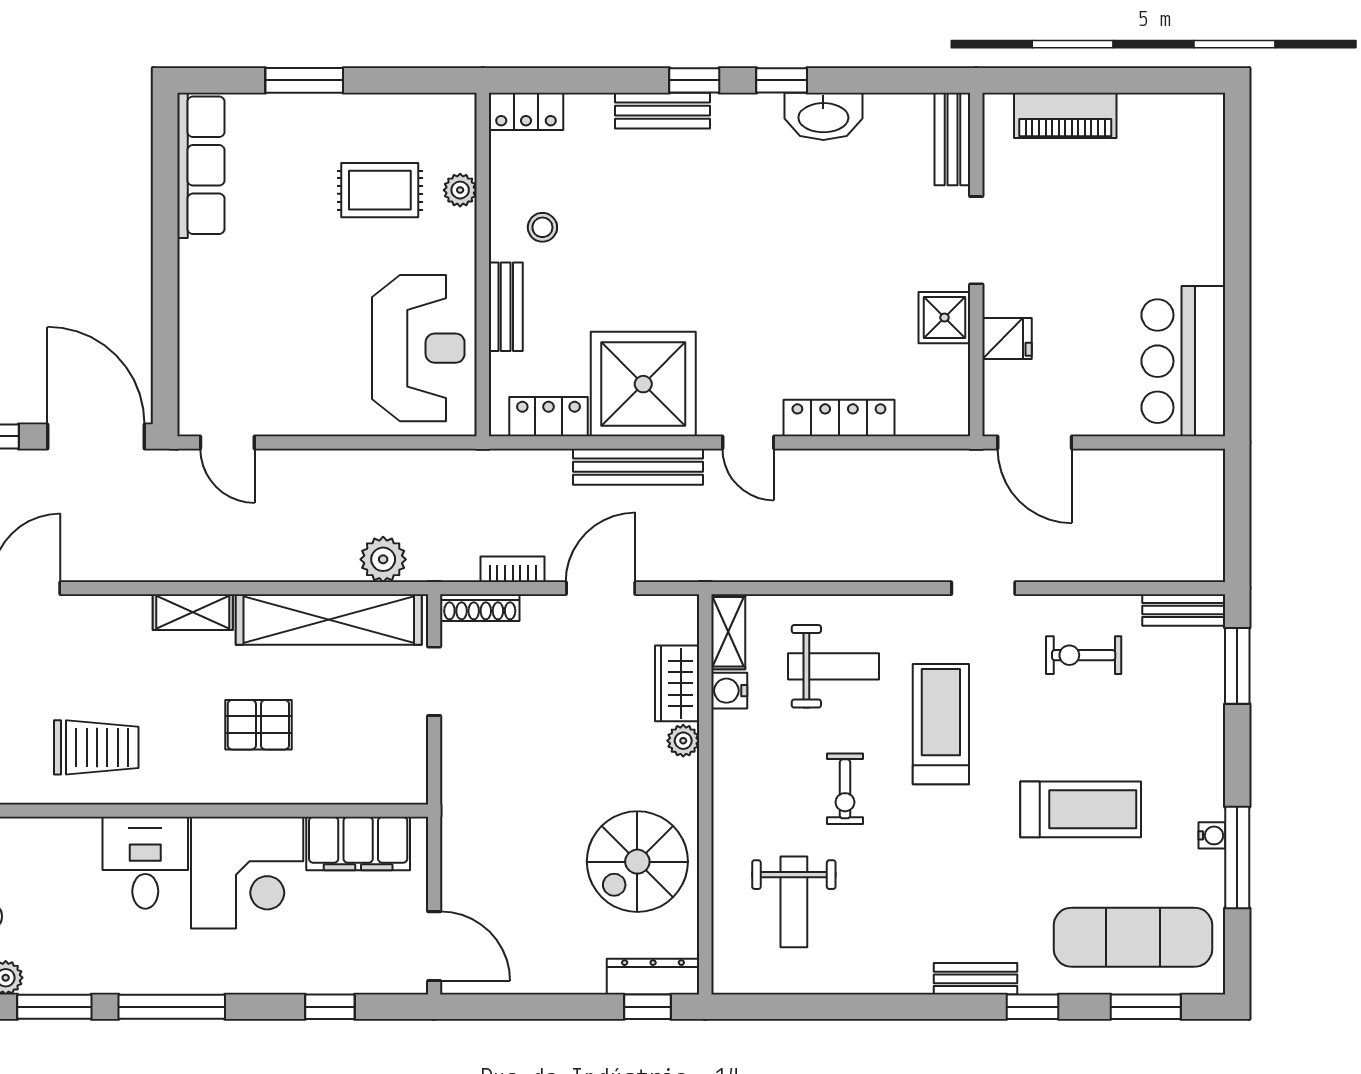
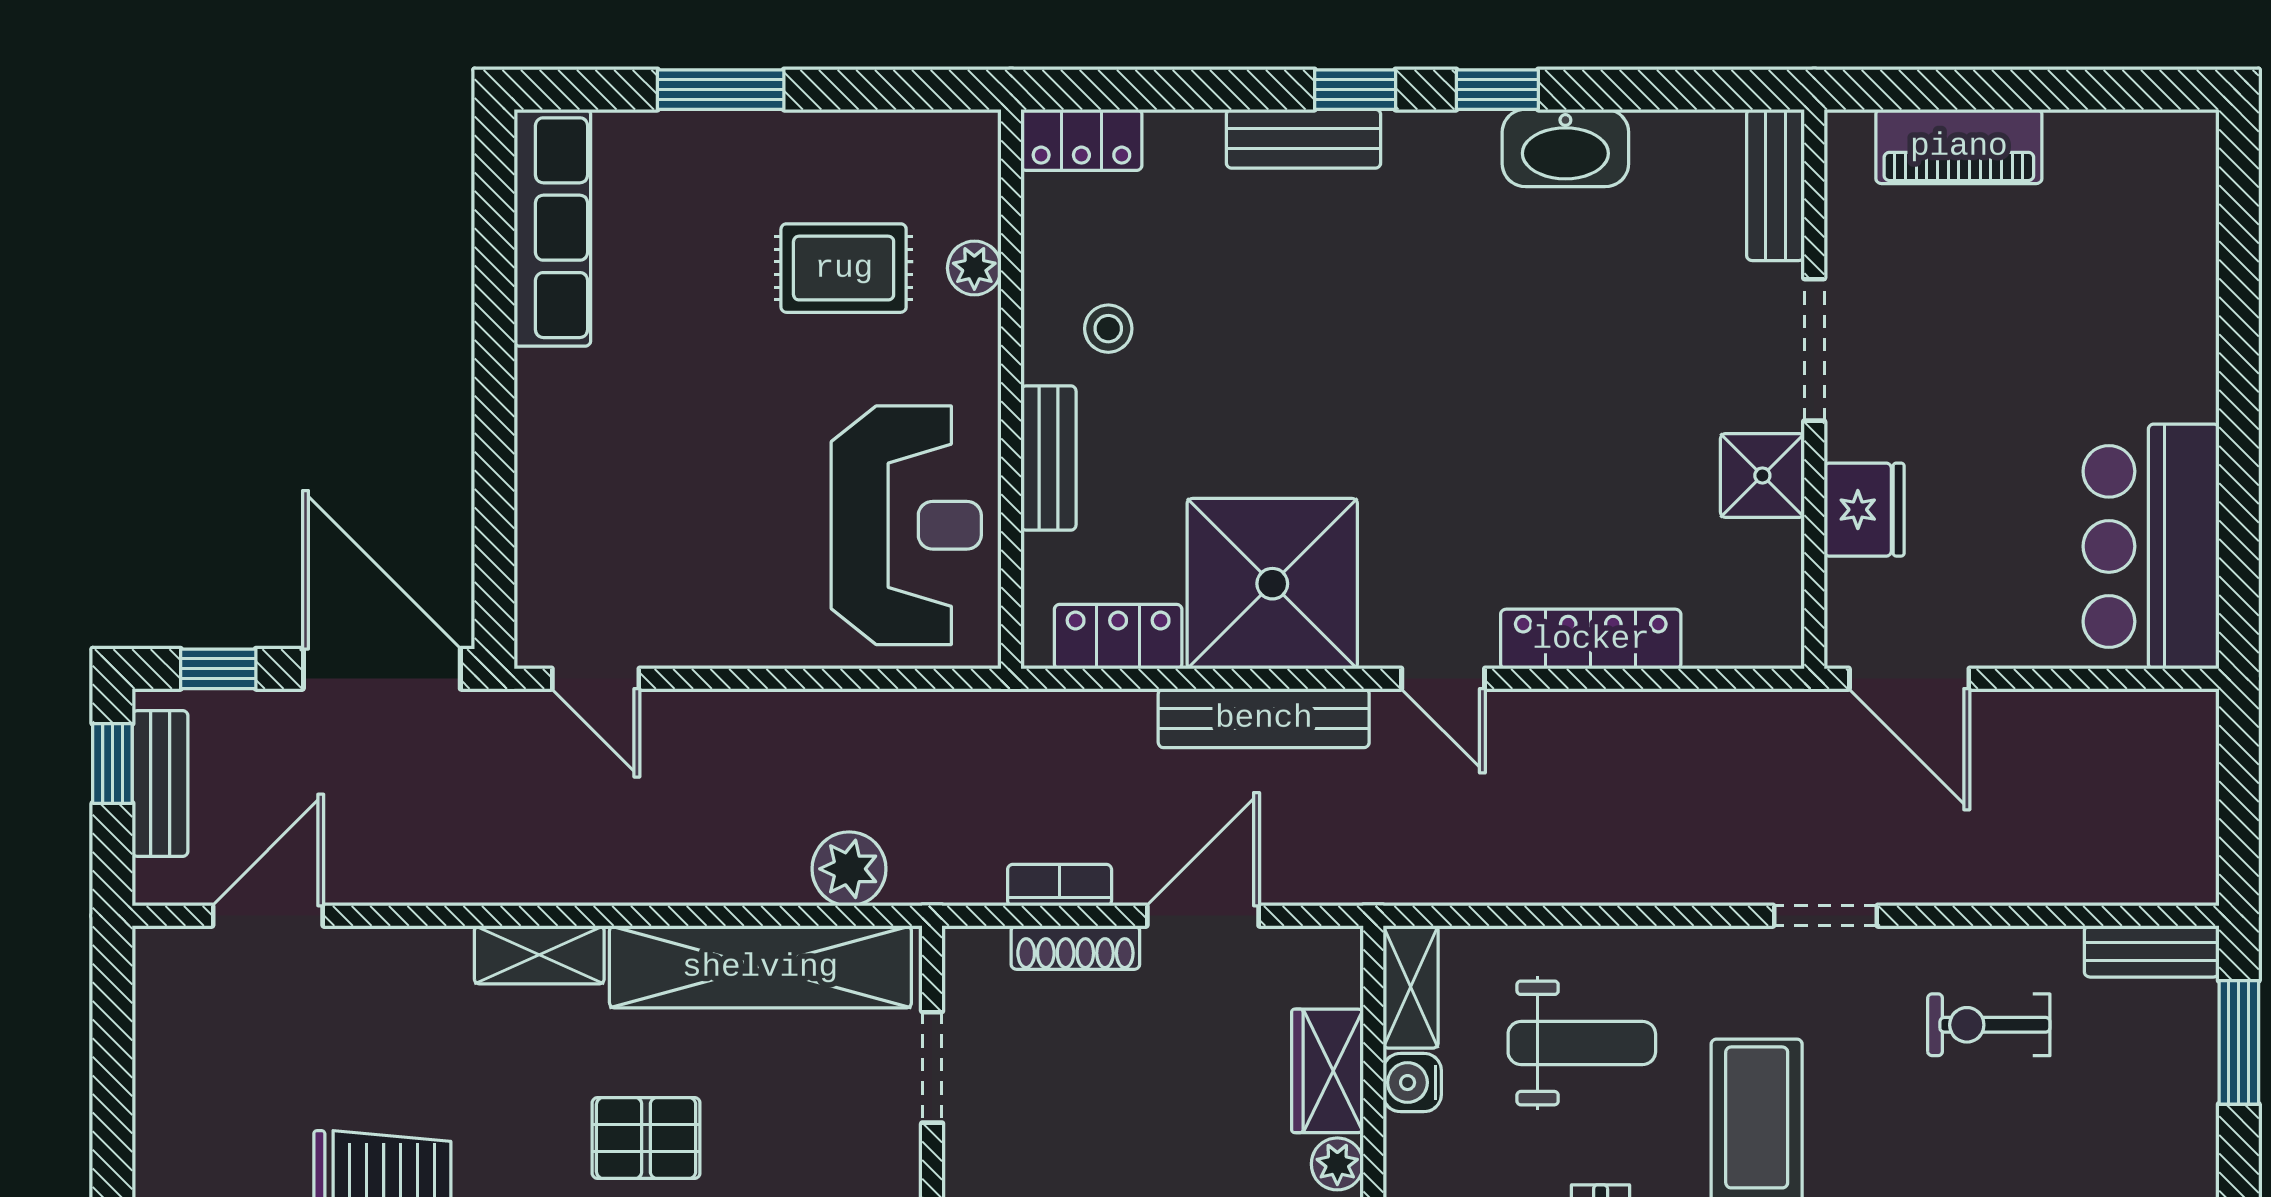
fridge: (1007, 339) -> (1864, 510), width x1.38
shoe rack: (480, 608) -> (1075, 947), moved

